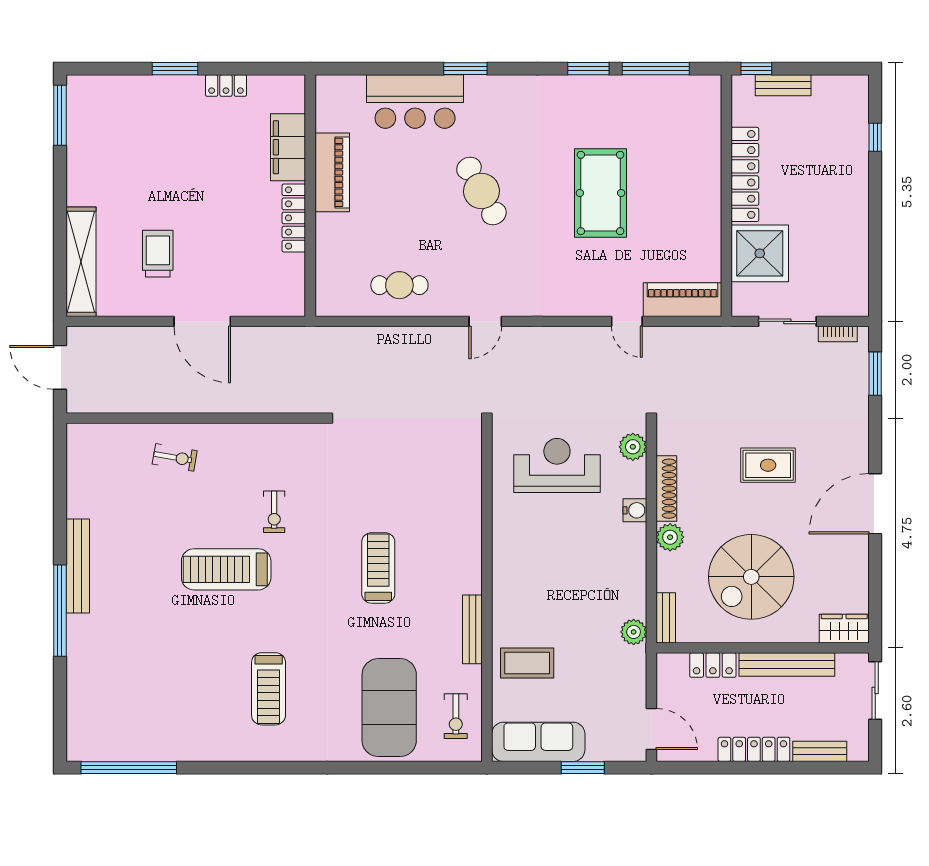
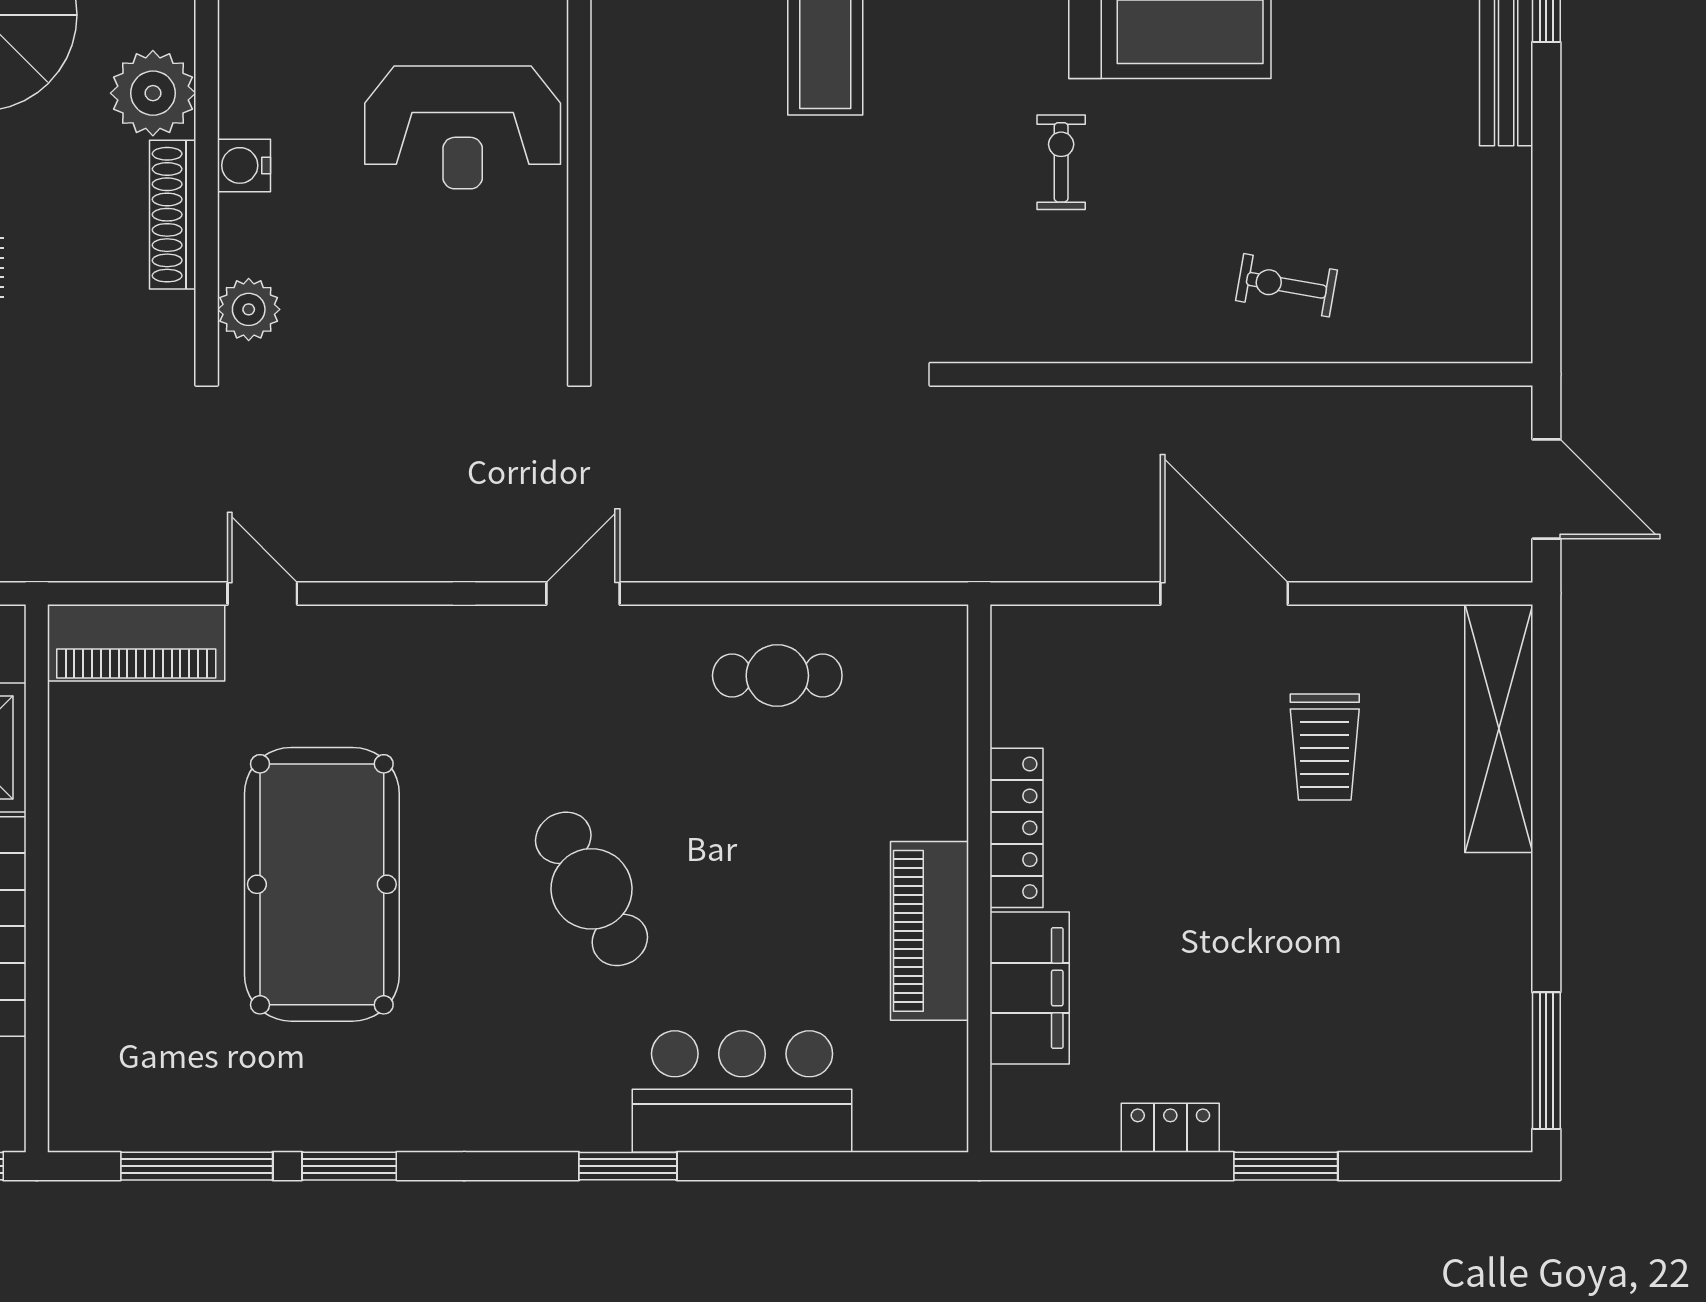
pool table: (600, 193) -> (322, 884), width x1.36, depth x1.32
reception desk: (557, 465) -> (463, 127), moved
plant: (670, 537) -> (153, 93), width x1.36, depth x1.36

